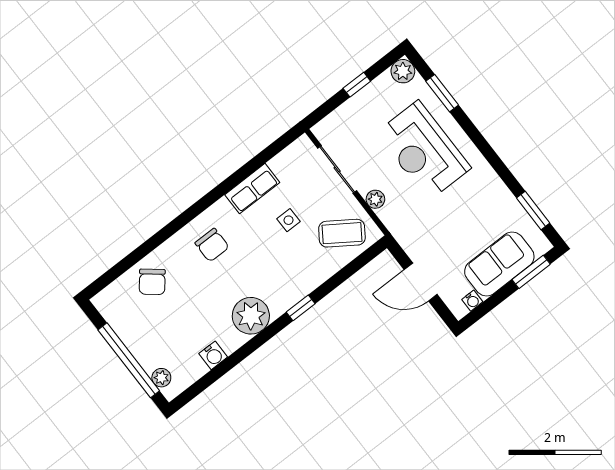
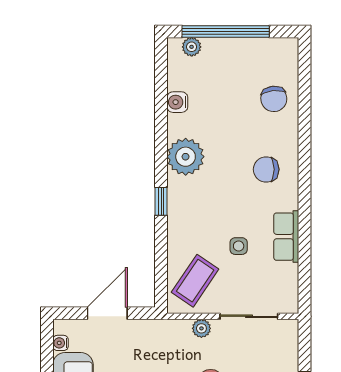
chair: (152, 282) -> (274, 99), turned -135

